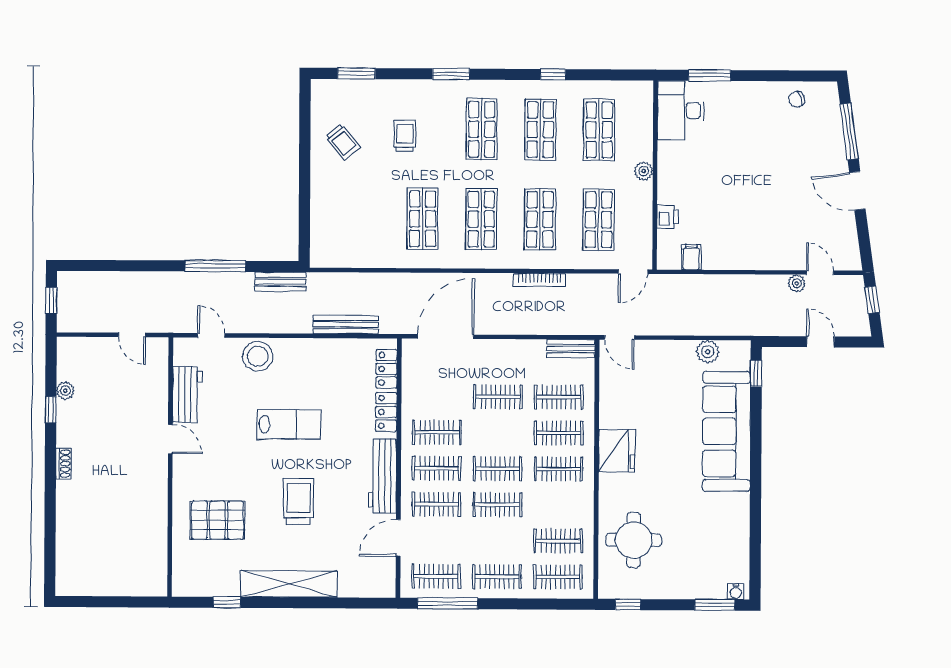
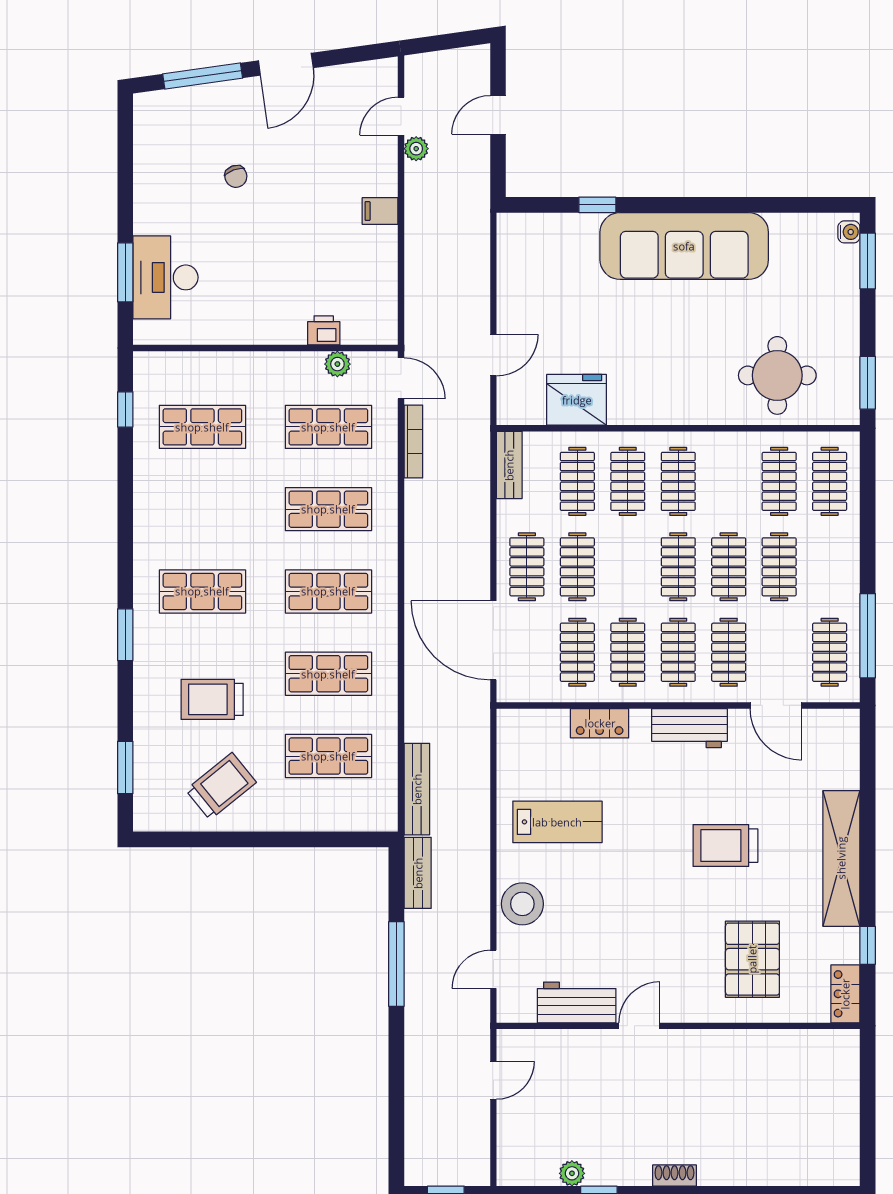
window: (553, 75) -> (125, 409), moved
chair: (797, 99) -> (236, 176), moved
desk: (681, 111) -> (166, 277), moved, turned 90
shop shelf: (540, 130) -> (328, 756), moved
trolley: (405, 136) -> (212, 699), width x1.36, depth x1.39
trolley: (343, 142) -> (221, 786), width x1.36, depth x1.39
plant: (644, 171) -> (337, 364), moved
filing cabinet: (691, 257) -> (380, 211), moved
bookcase: (539, 280) -> (413, 441), moved
window: (872, 300) -> (439, 43), removed
bench: (346, 325) -> (417, 789), moved
door: (619, 337) -> (493, 355), moved
plant: (708, 352) -> (513, 273), removed
clothes rail: (498, 361) -> (527, 567), added
locker: (387, 369) -> (845, 994), moved, turned 90
window: (756, 373) -> (597, 205), moved
clothes rail: (437, 396) -> (577, 652), added
lab bench: (289, 425) -> (557, 822), moved, turned 90
sofa: (726, 431) -> (684, 246), moved
fridge: (617, 451) -> (577, 400), moved
workbench: (382, 476) -> (689, 728), width x0.73
clothes rail: (497, 577) -> (779, 567), moved
window: (628, 604) -> (868, 383), width x1.50

